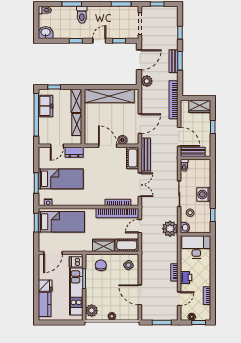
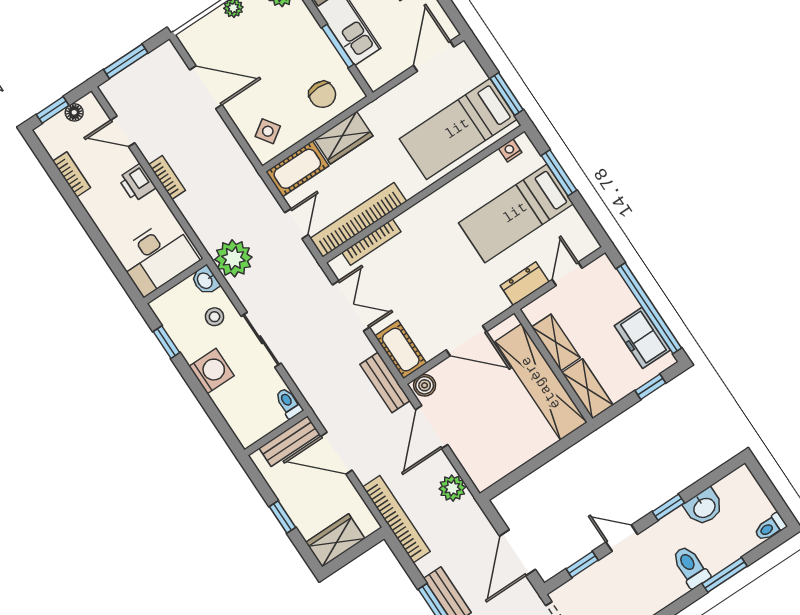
washbasin: (46, 32) -> (704, 507), moved
door: (99, 41) -> (622, 538), swing flipped
plant: (147, 81) -> (452, 488), moved
shelving: (109, 96) -> (541, 382), moved, turned 90
boiler: (122, 140) -> (425, 385), moved
bench: (146, 155) -> (385, 383), width x0.73
double door: (140, 185) -> (351, 306), swing flipped
dishwasher: (76, 262) -> (376, 69), removed
door: (179, 299) -> (123, 131), hinge flipped

